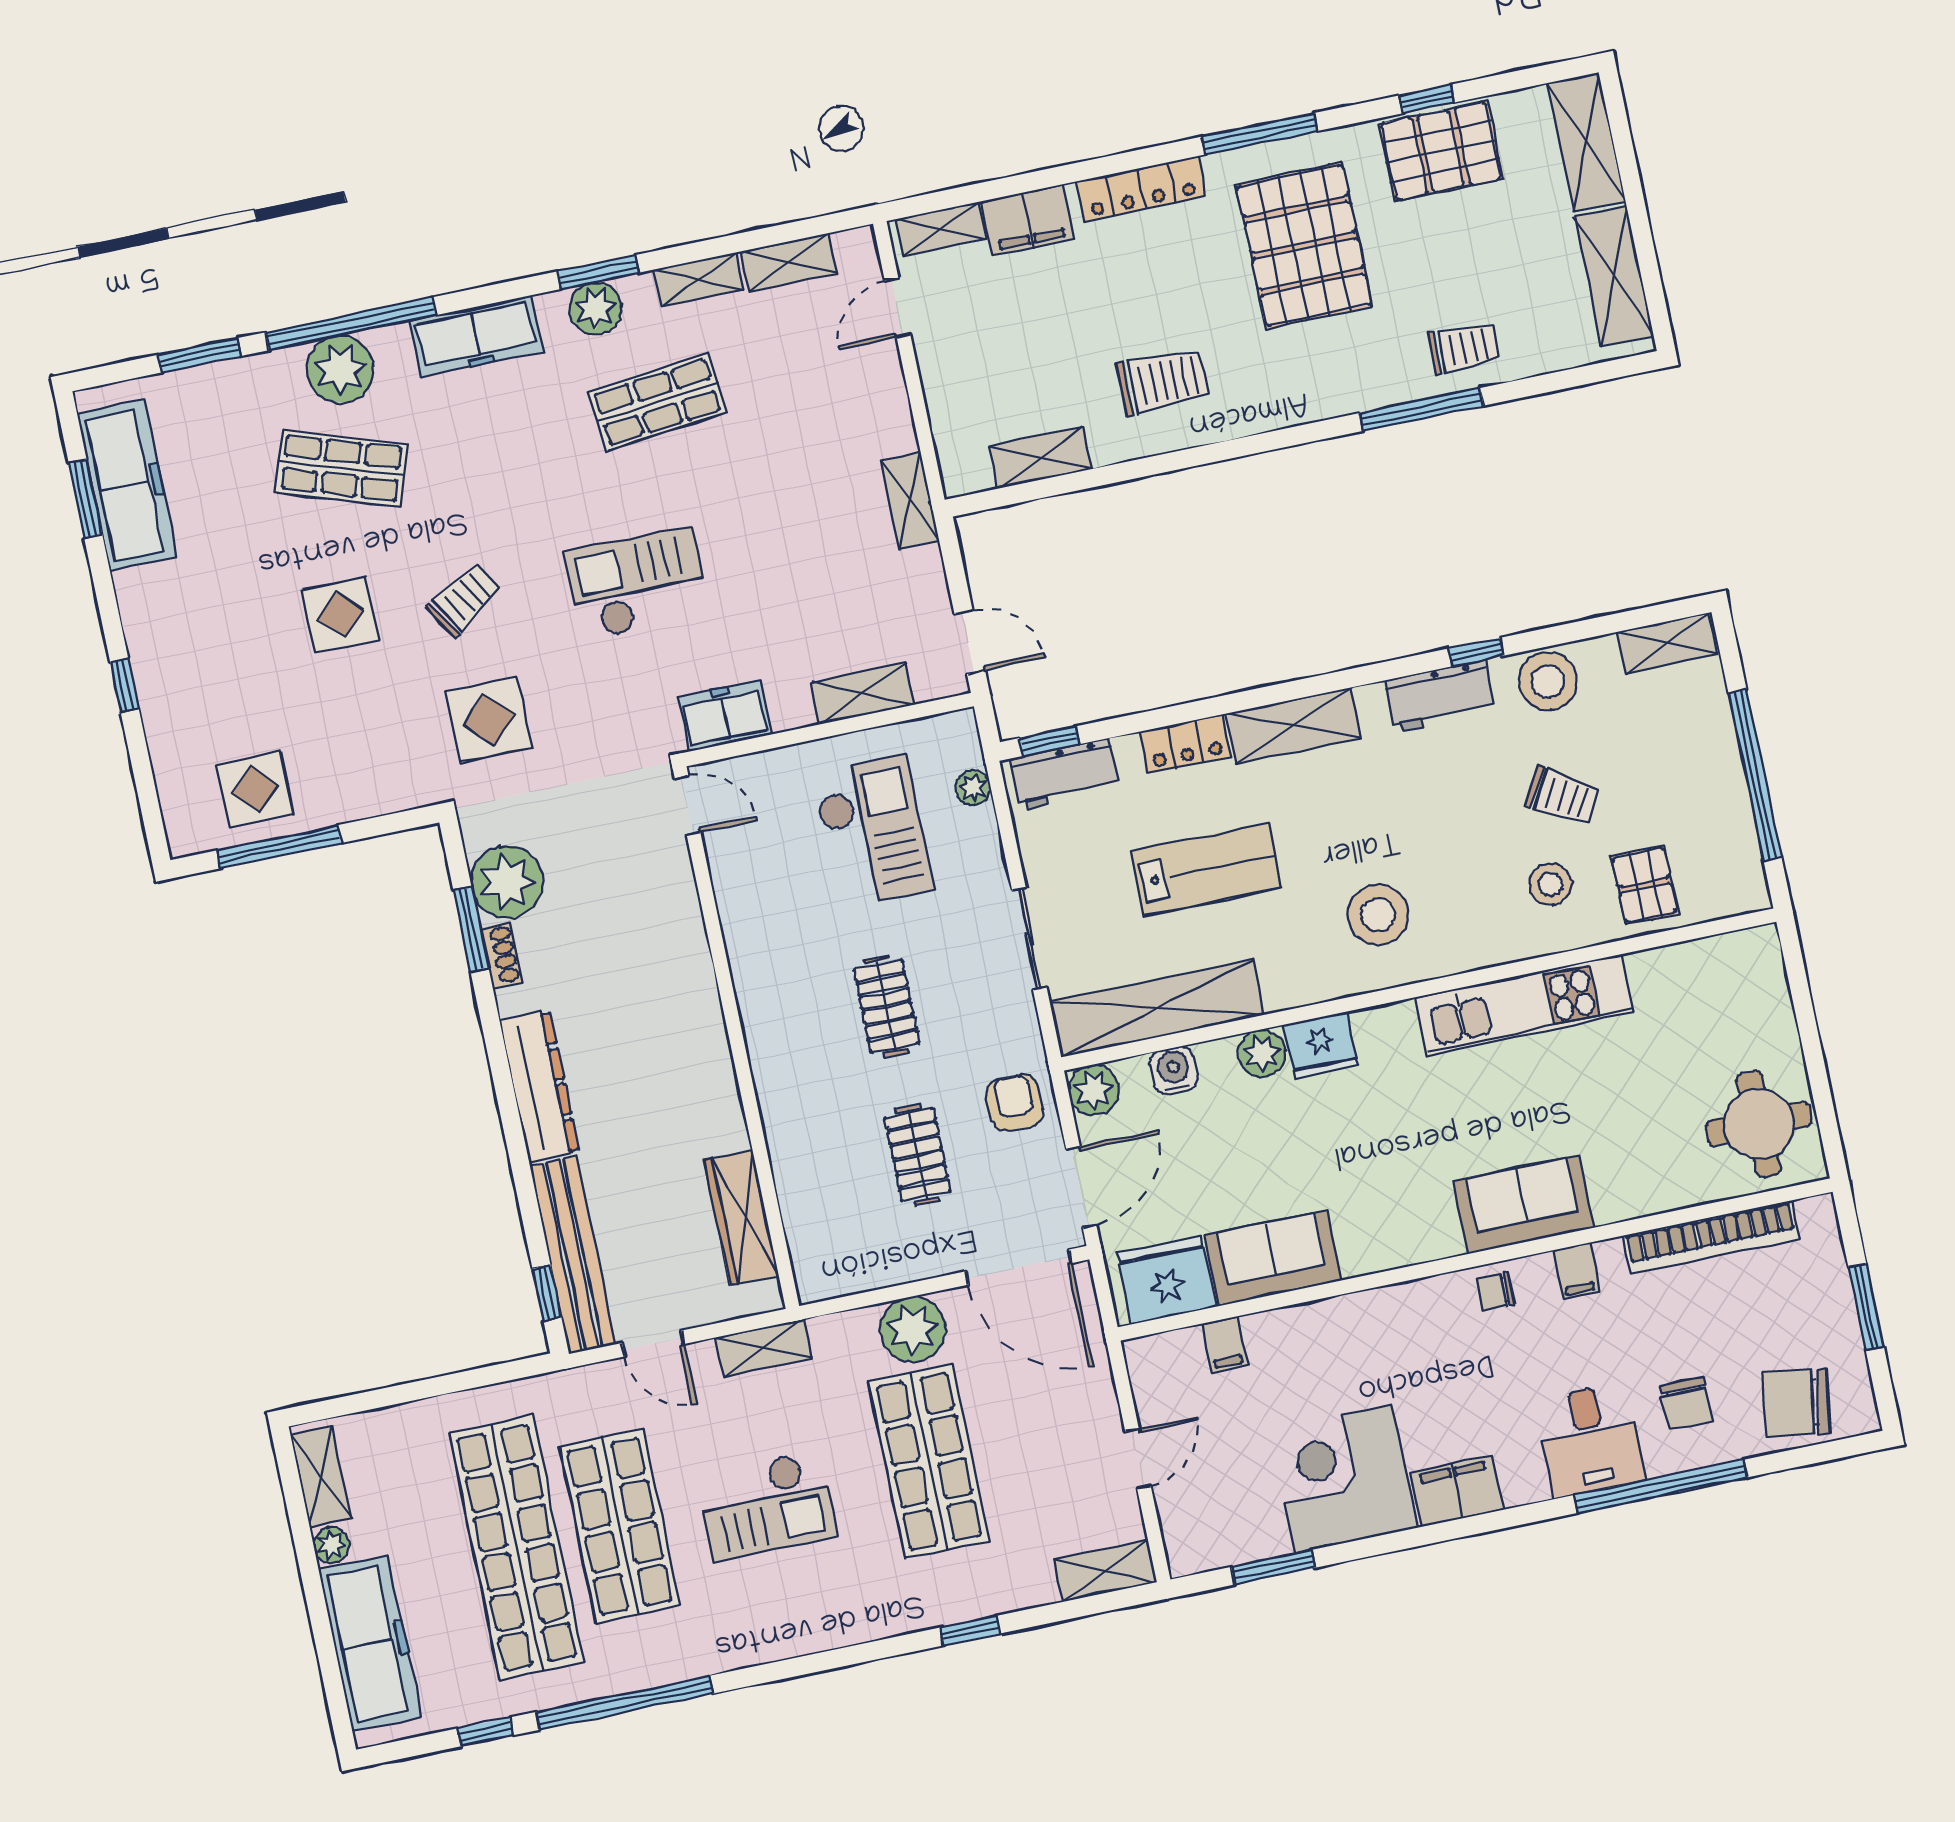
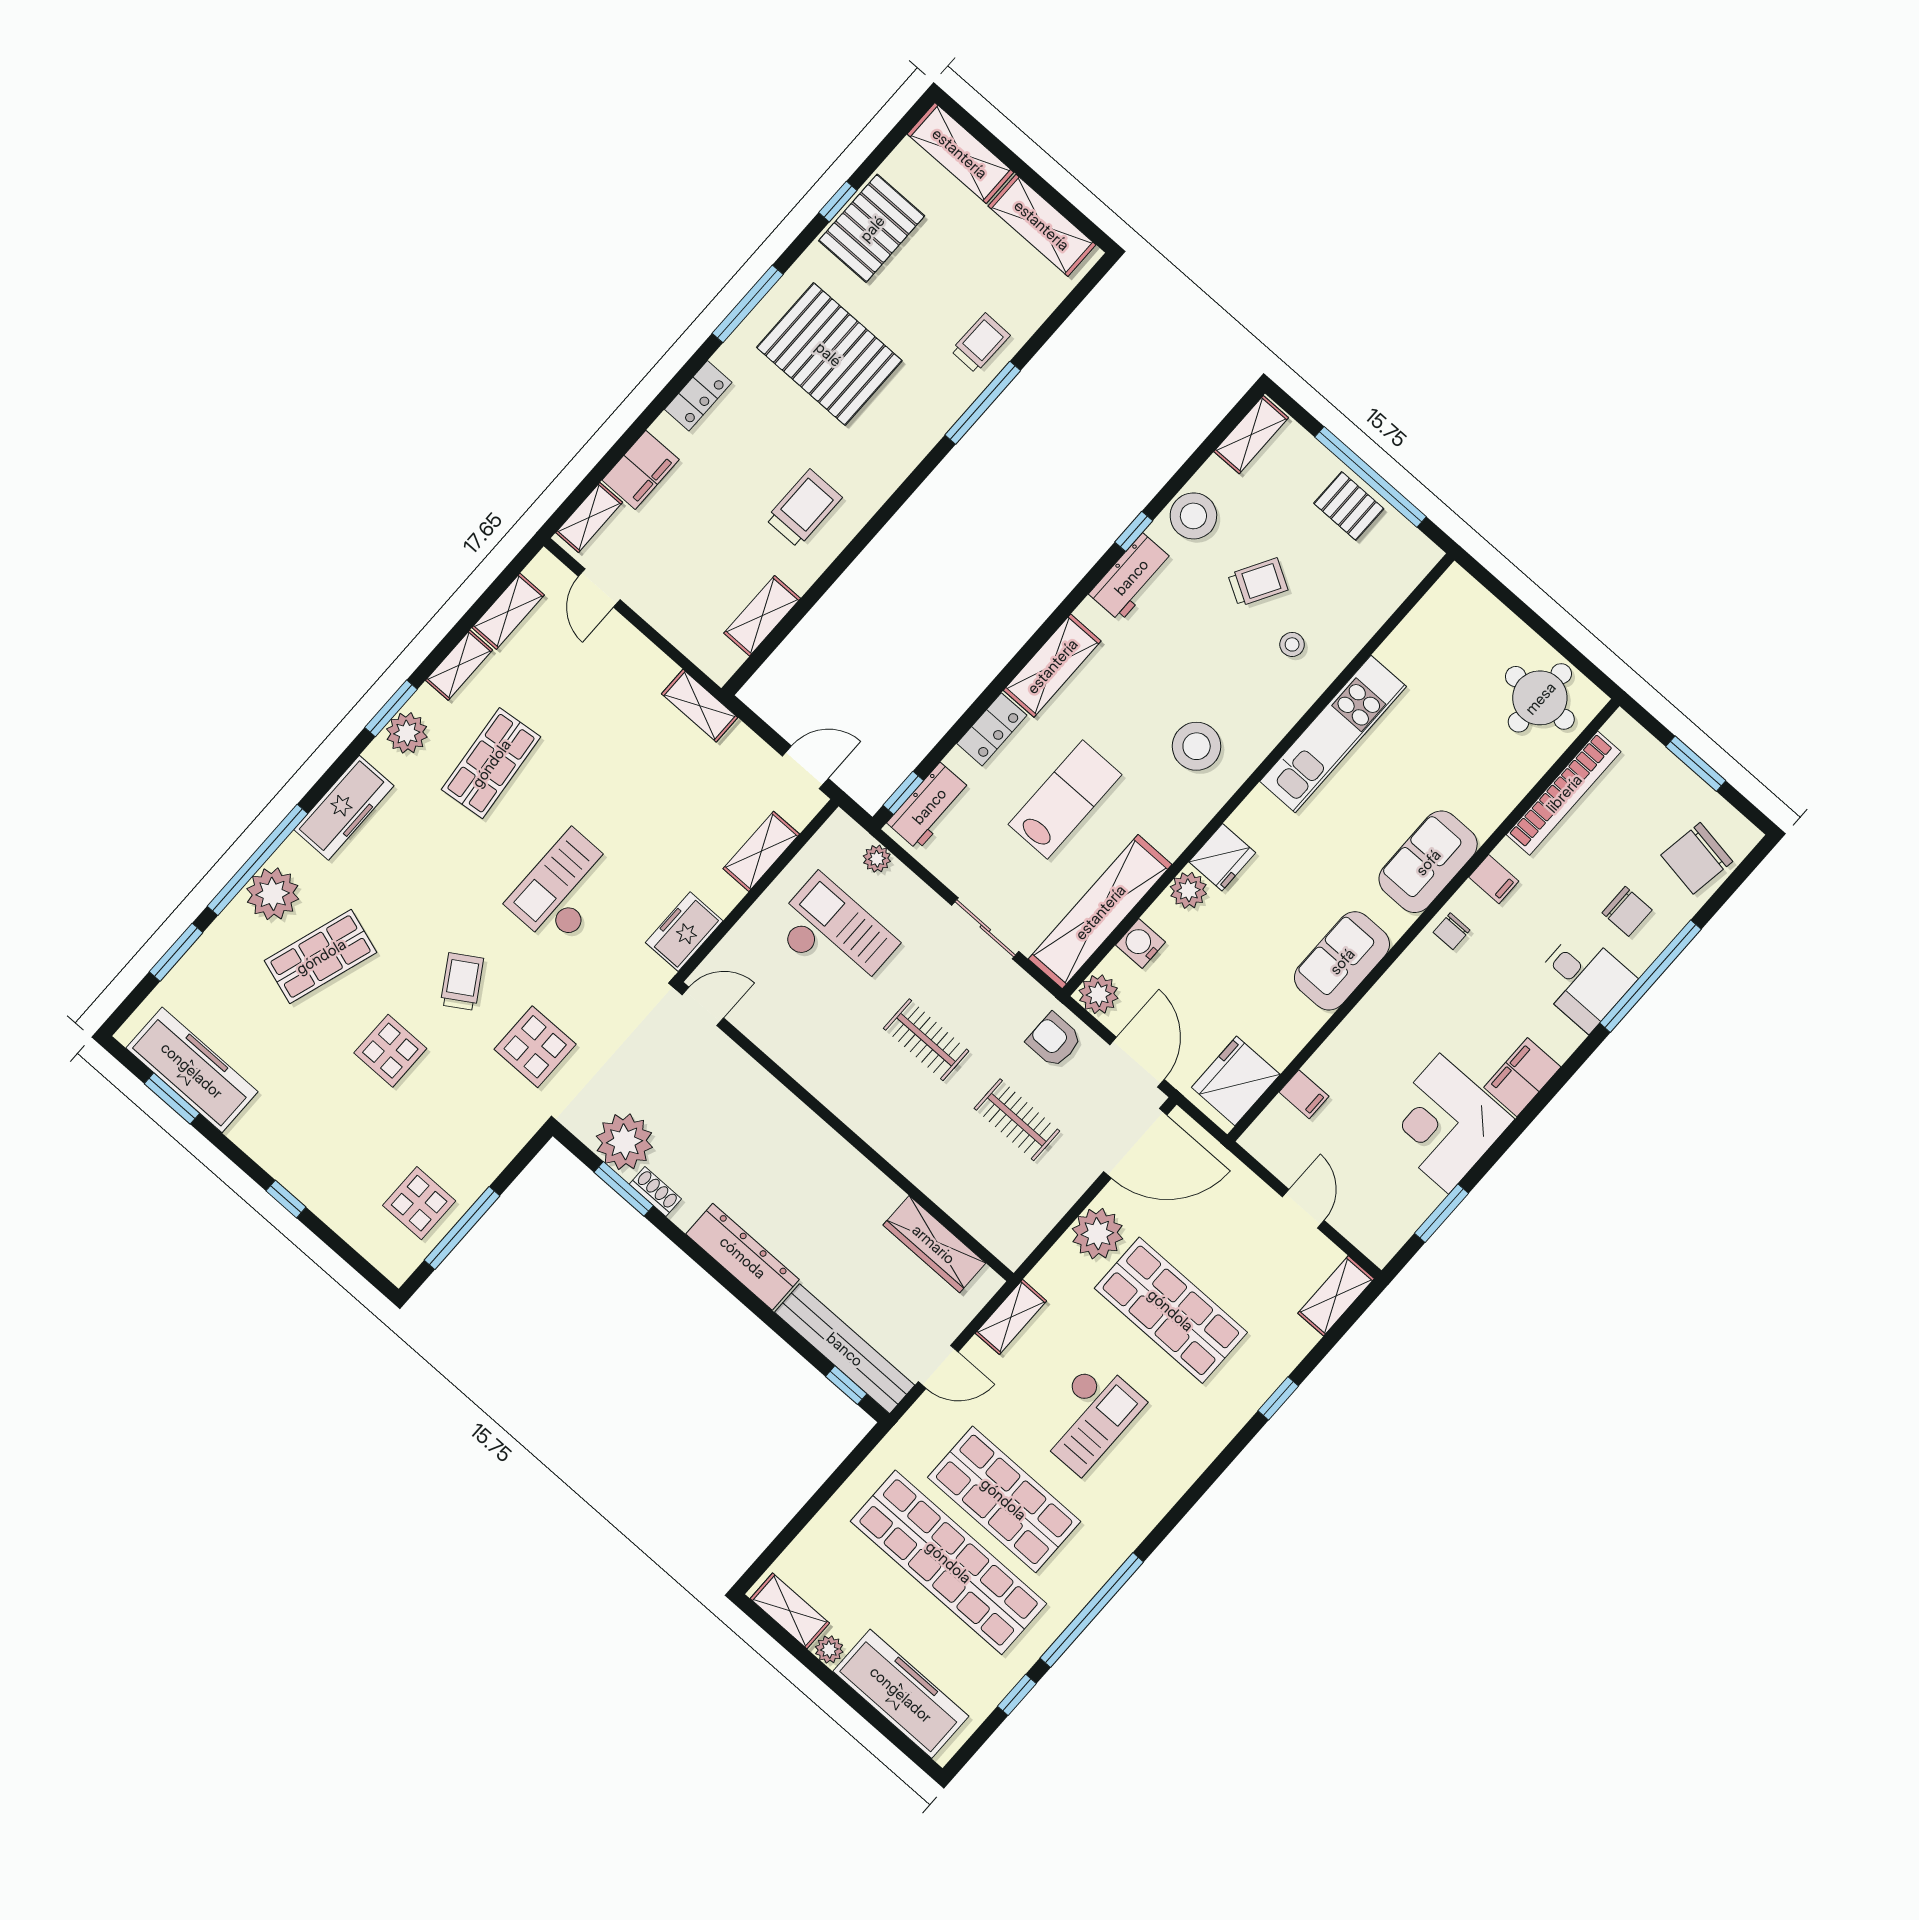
locker: (1141, 189) -> (698, 396), width x0.66
stool: (1550, 884) -> (1292, 644), width x0.73, depth x0.73
pallet: (1645, 885) -> (1349, 506), moved
sofa: (1273, 1258) -> (1342, 961), moved

